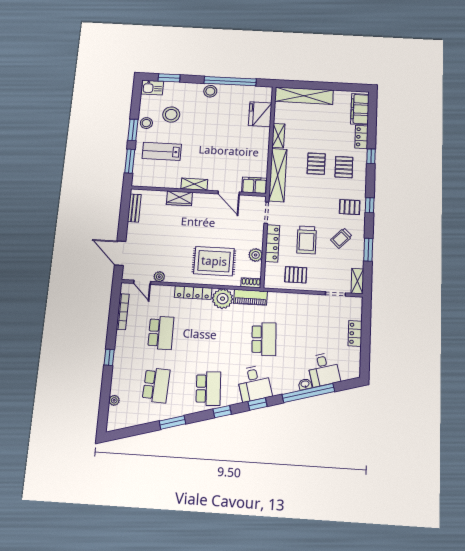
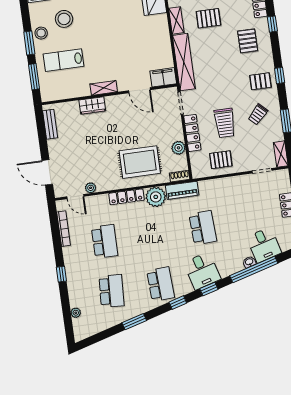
pallet: (316, 164) -> (208, 18), moved, turned 90

